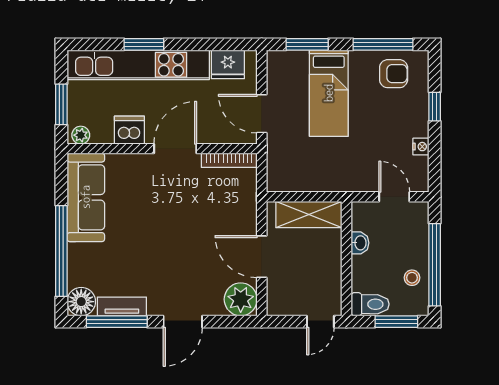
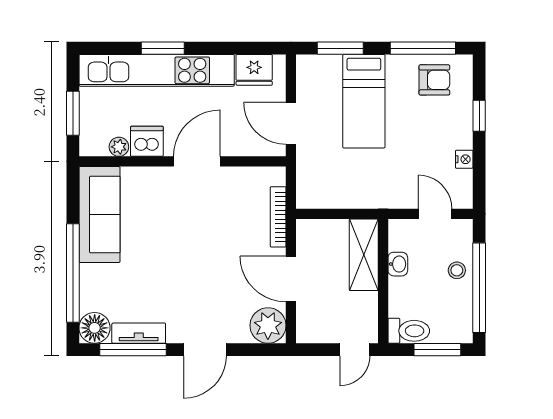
plant: (81, 135) -> (119, 147), moved
bookcase: (229, 160) -> (278, 217), moved, turned 90
shelving: (309, 215) -> (364, 255), moved, turned 90
stool: (412, 278) -> (457, 270), moved

